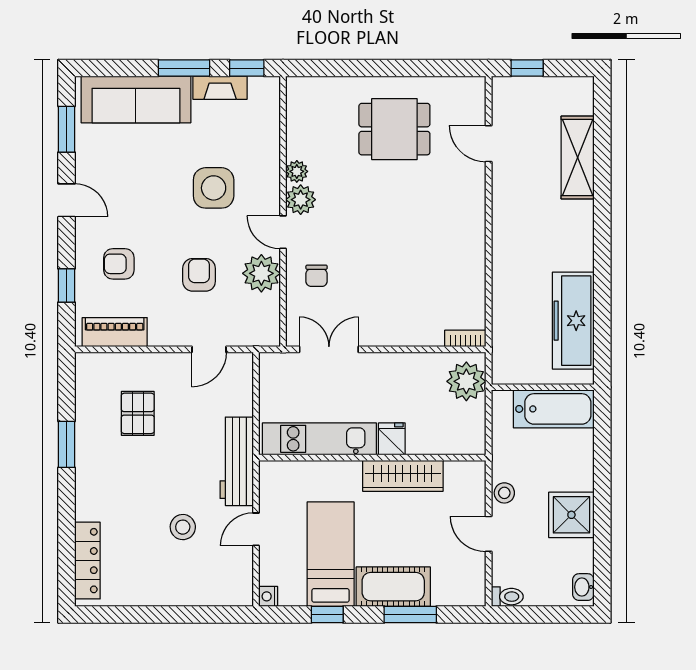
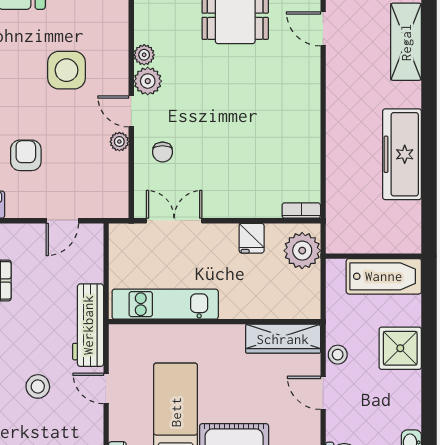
plant: (261, 273) -> (119, 142), width x0.53, depth x0.53
armchair: (199, 275) -> (26, 155), moved
freezer: (573, 321) -> (402, 154), moved
fridge: (392, 439) -> (252, 238), moved, turned 180
wardrobe: (403, 476) -> (283, 339), moved
shower: (571, 515) -> (400, 348), moved
door: (256, 529) -> (106, 388), hinge flipped

